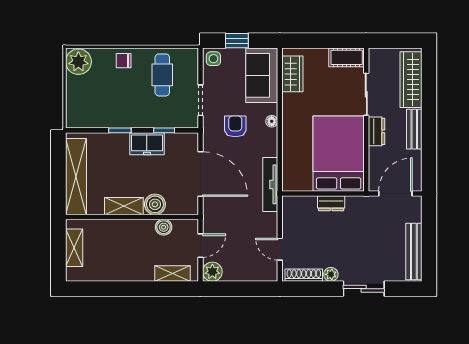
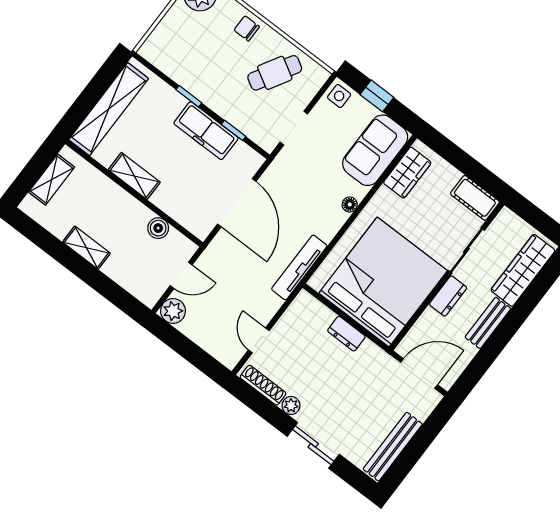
cafe table: (162, 75) -> (275, 73), turned 30
armchair: (235, 126) -> (309, 182), removed
freezer: (147, 144) -> (206, 131), width x1.40
bed: (339, 154) -> (383, 282), width x1.36
boiler: (155, 204) -> (167, 198), removed
shelving: (173, 274) -> (86, 248), moved

